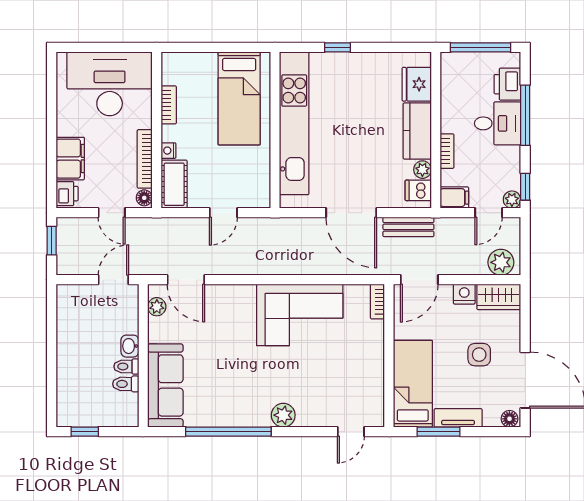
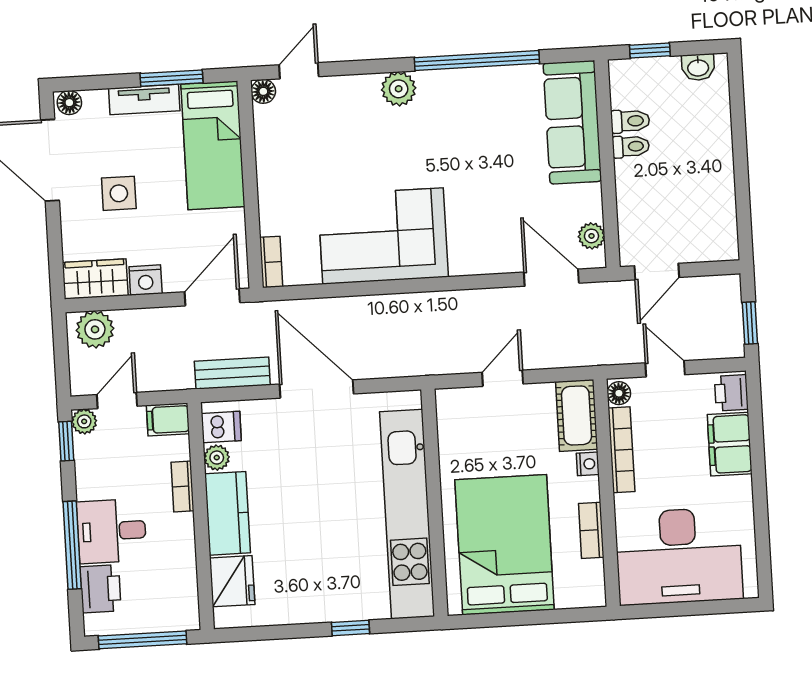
bed: (239, 98) -> (505, 545), width x1.50
washbasin: (130, 346) -> (698, 67), moved, turned 90
floor lamp: (376, 419) -> (263, 91), added
window: (85, 432) -> (650, 50), moved

